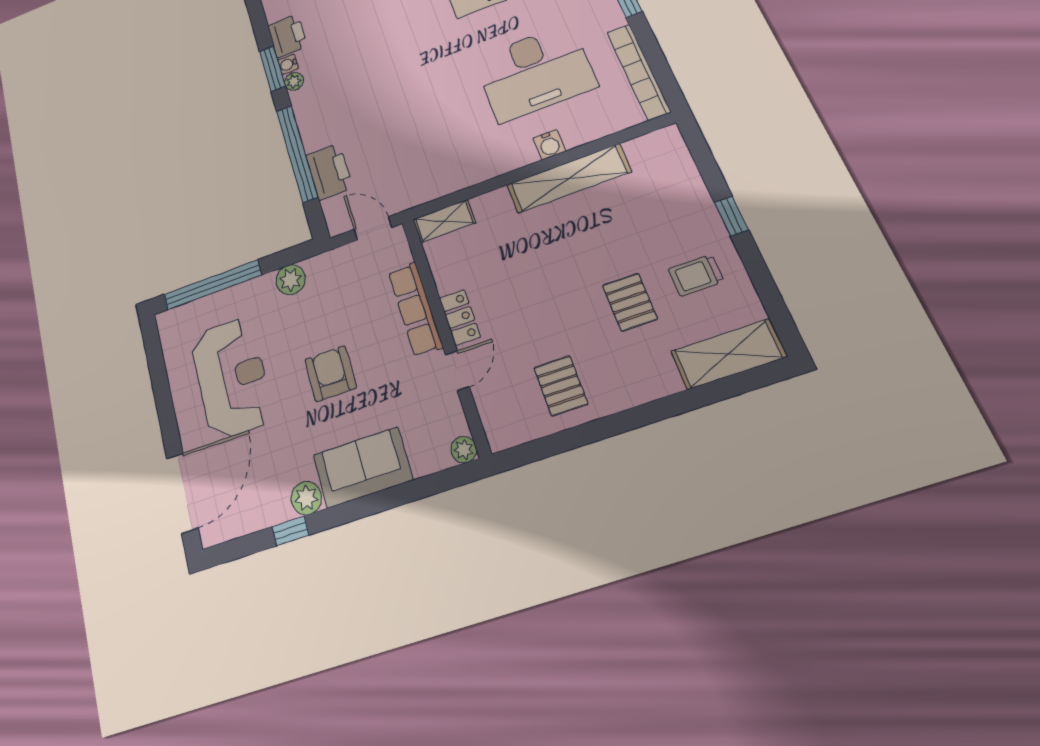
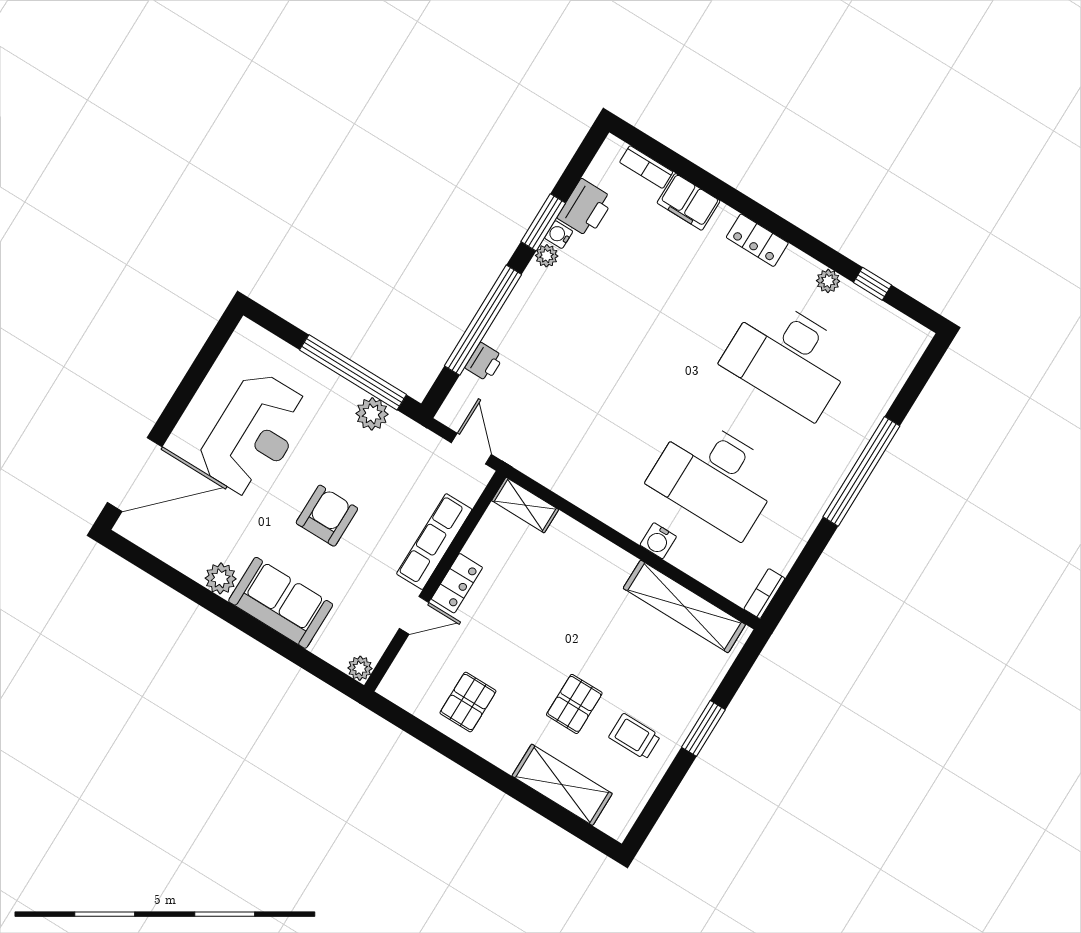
bookcase: (638, 72) -> (764, 594), width x0.43, depth x0.76
printer: (329, 172) -> (484, 362), width x0.53, depth x0.68
shelving: (569, 178) -> (684, 606), moved
window: (731, 216) -> (703, 728), width x1.50
window: (213, 285) -> (353, 372), moved
shelving: (728, 354) -> (562, 785), moved
window: (290, 531) -> (187, 587), removed

